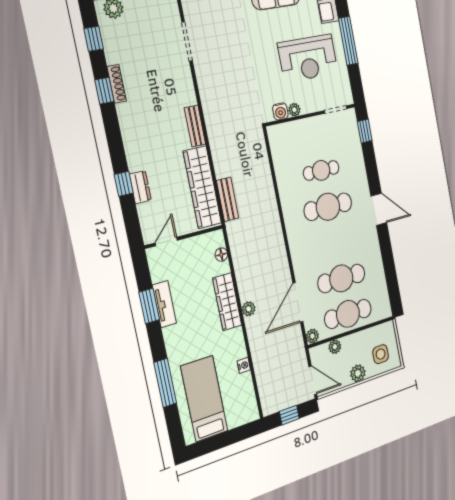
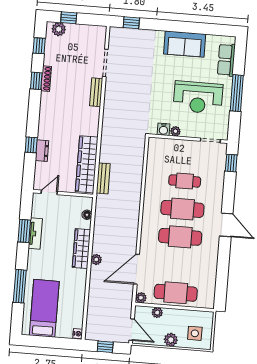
bench: (195, 126) -> (96, 92), moved
cafe table: (341, 278) -> (180, 237), moved
nightstand: (244, 365) -> (78, 334), moved

